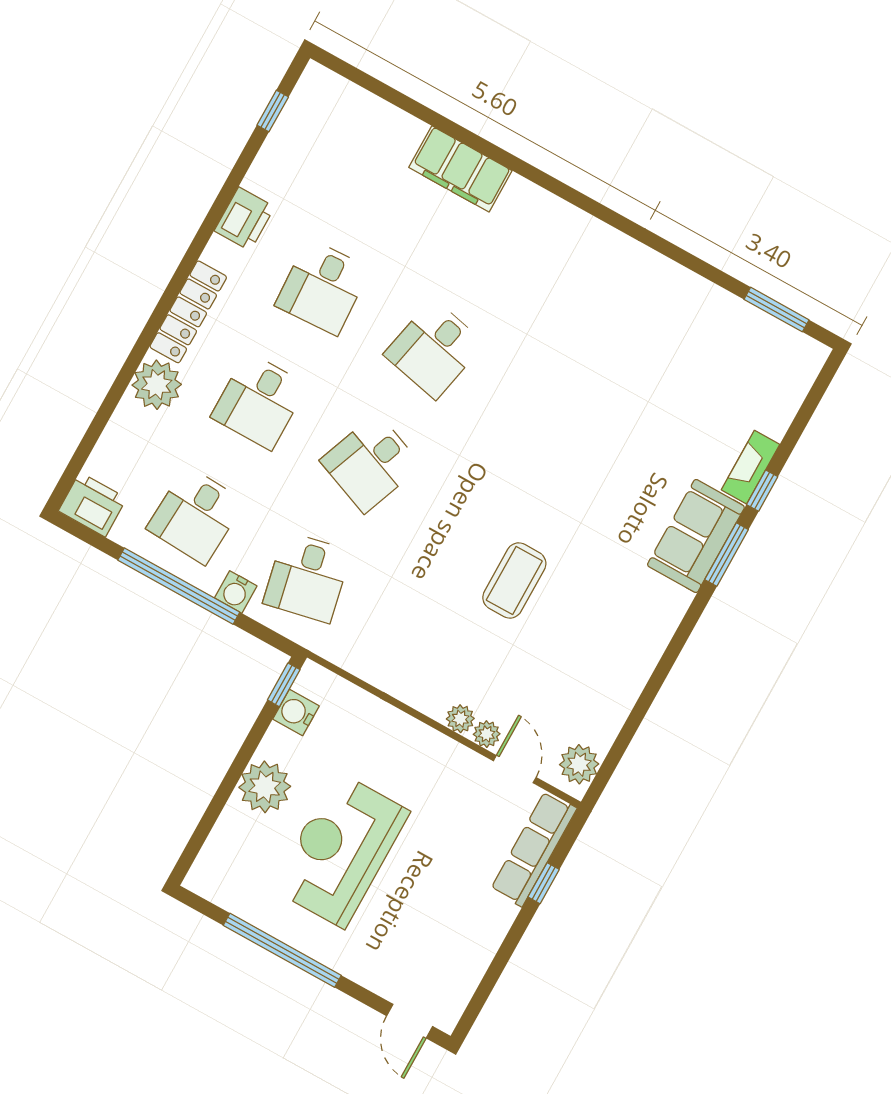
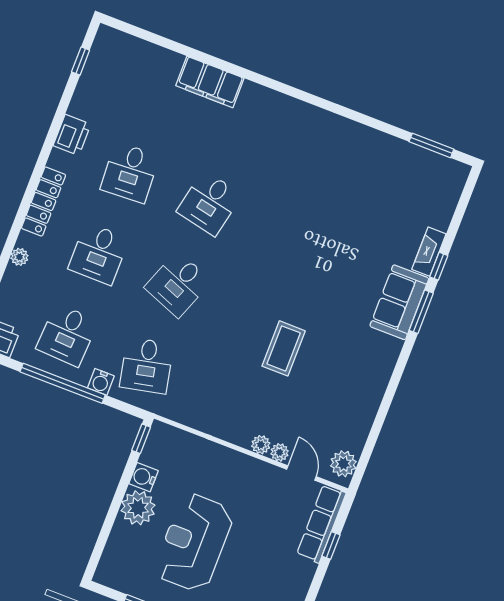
plant: (157, 385) -> (19, 257), width x0.53, depth x0.53
water cooler: (296, 713) -> (144, 477), moved

